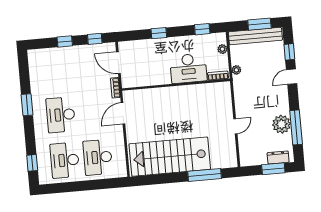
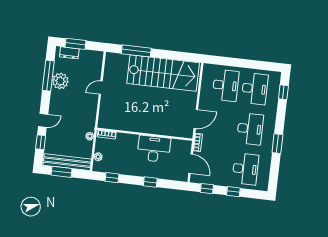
desk: (188, 68) -> (154, 149), moved
desk: (57, 69) -> (245, 169), added

